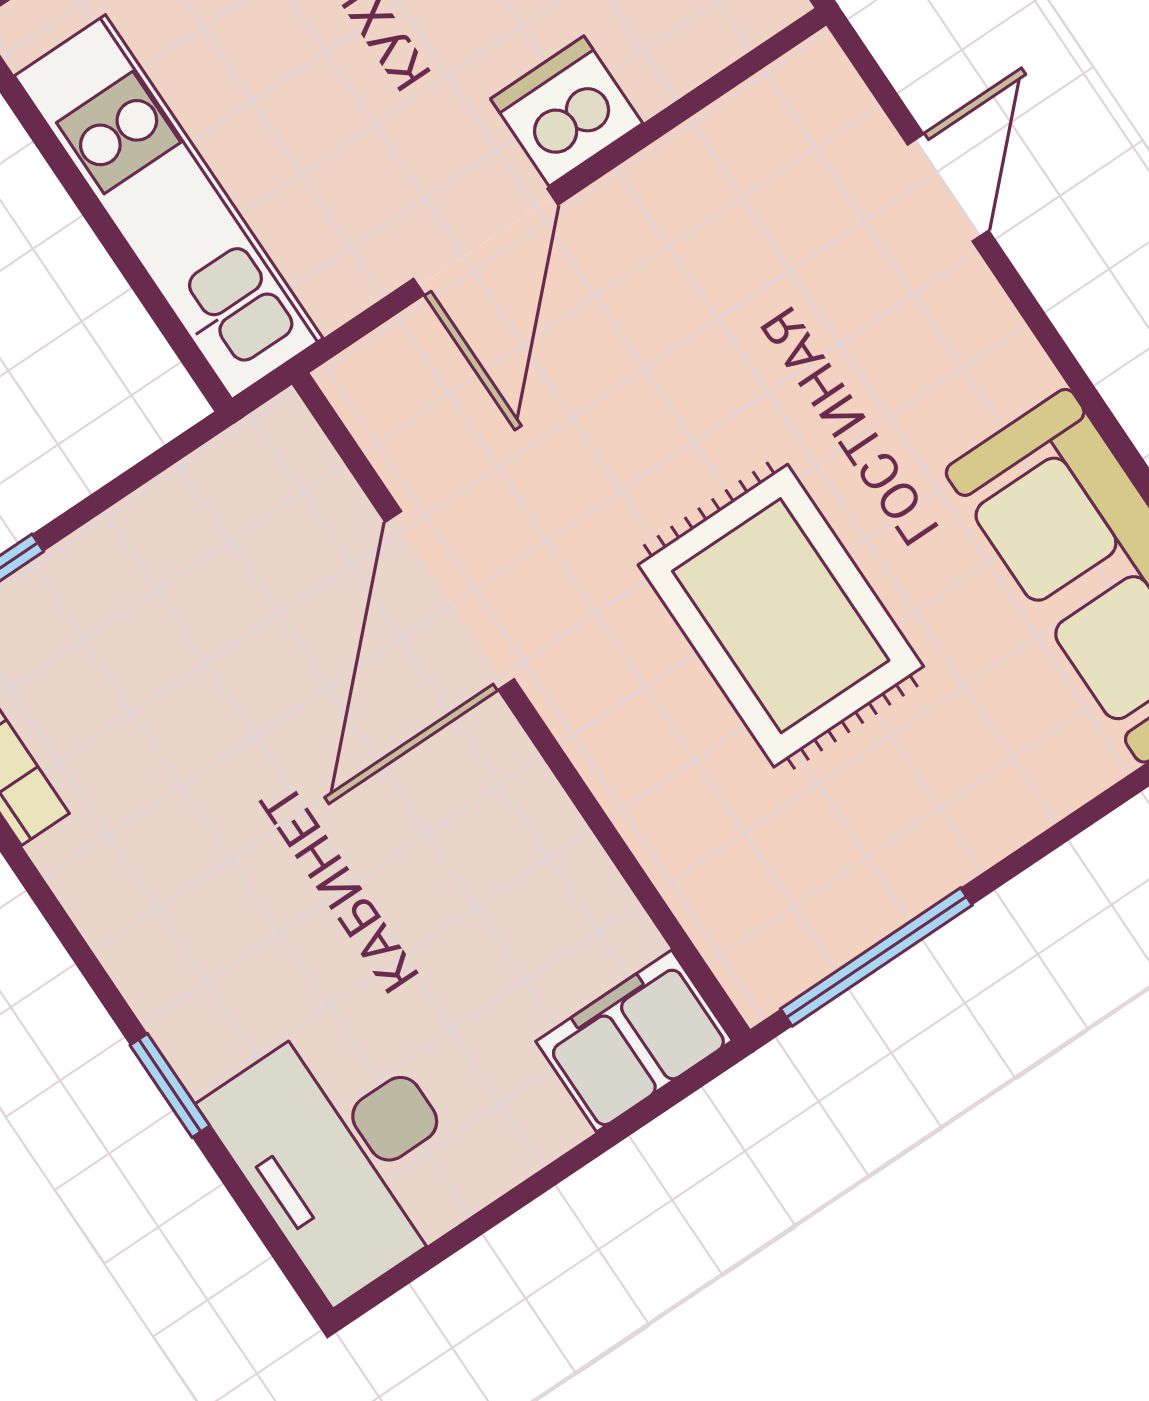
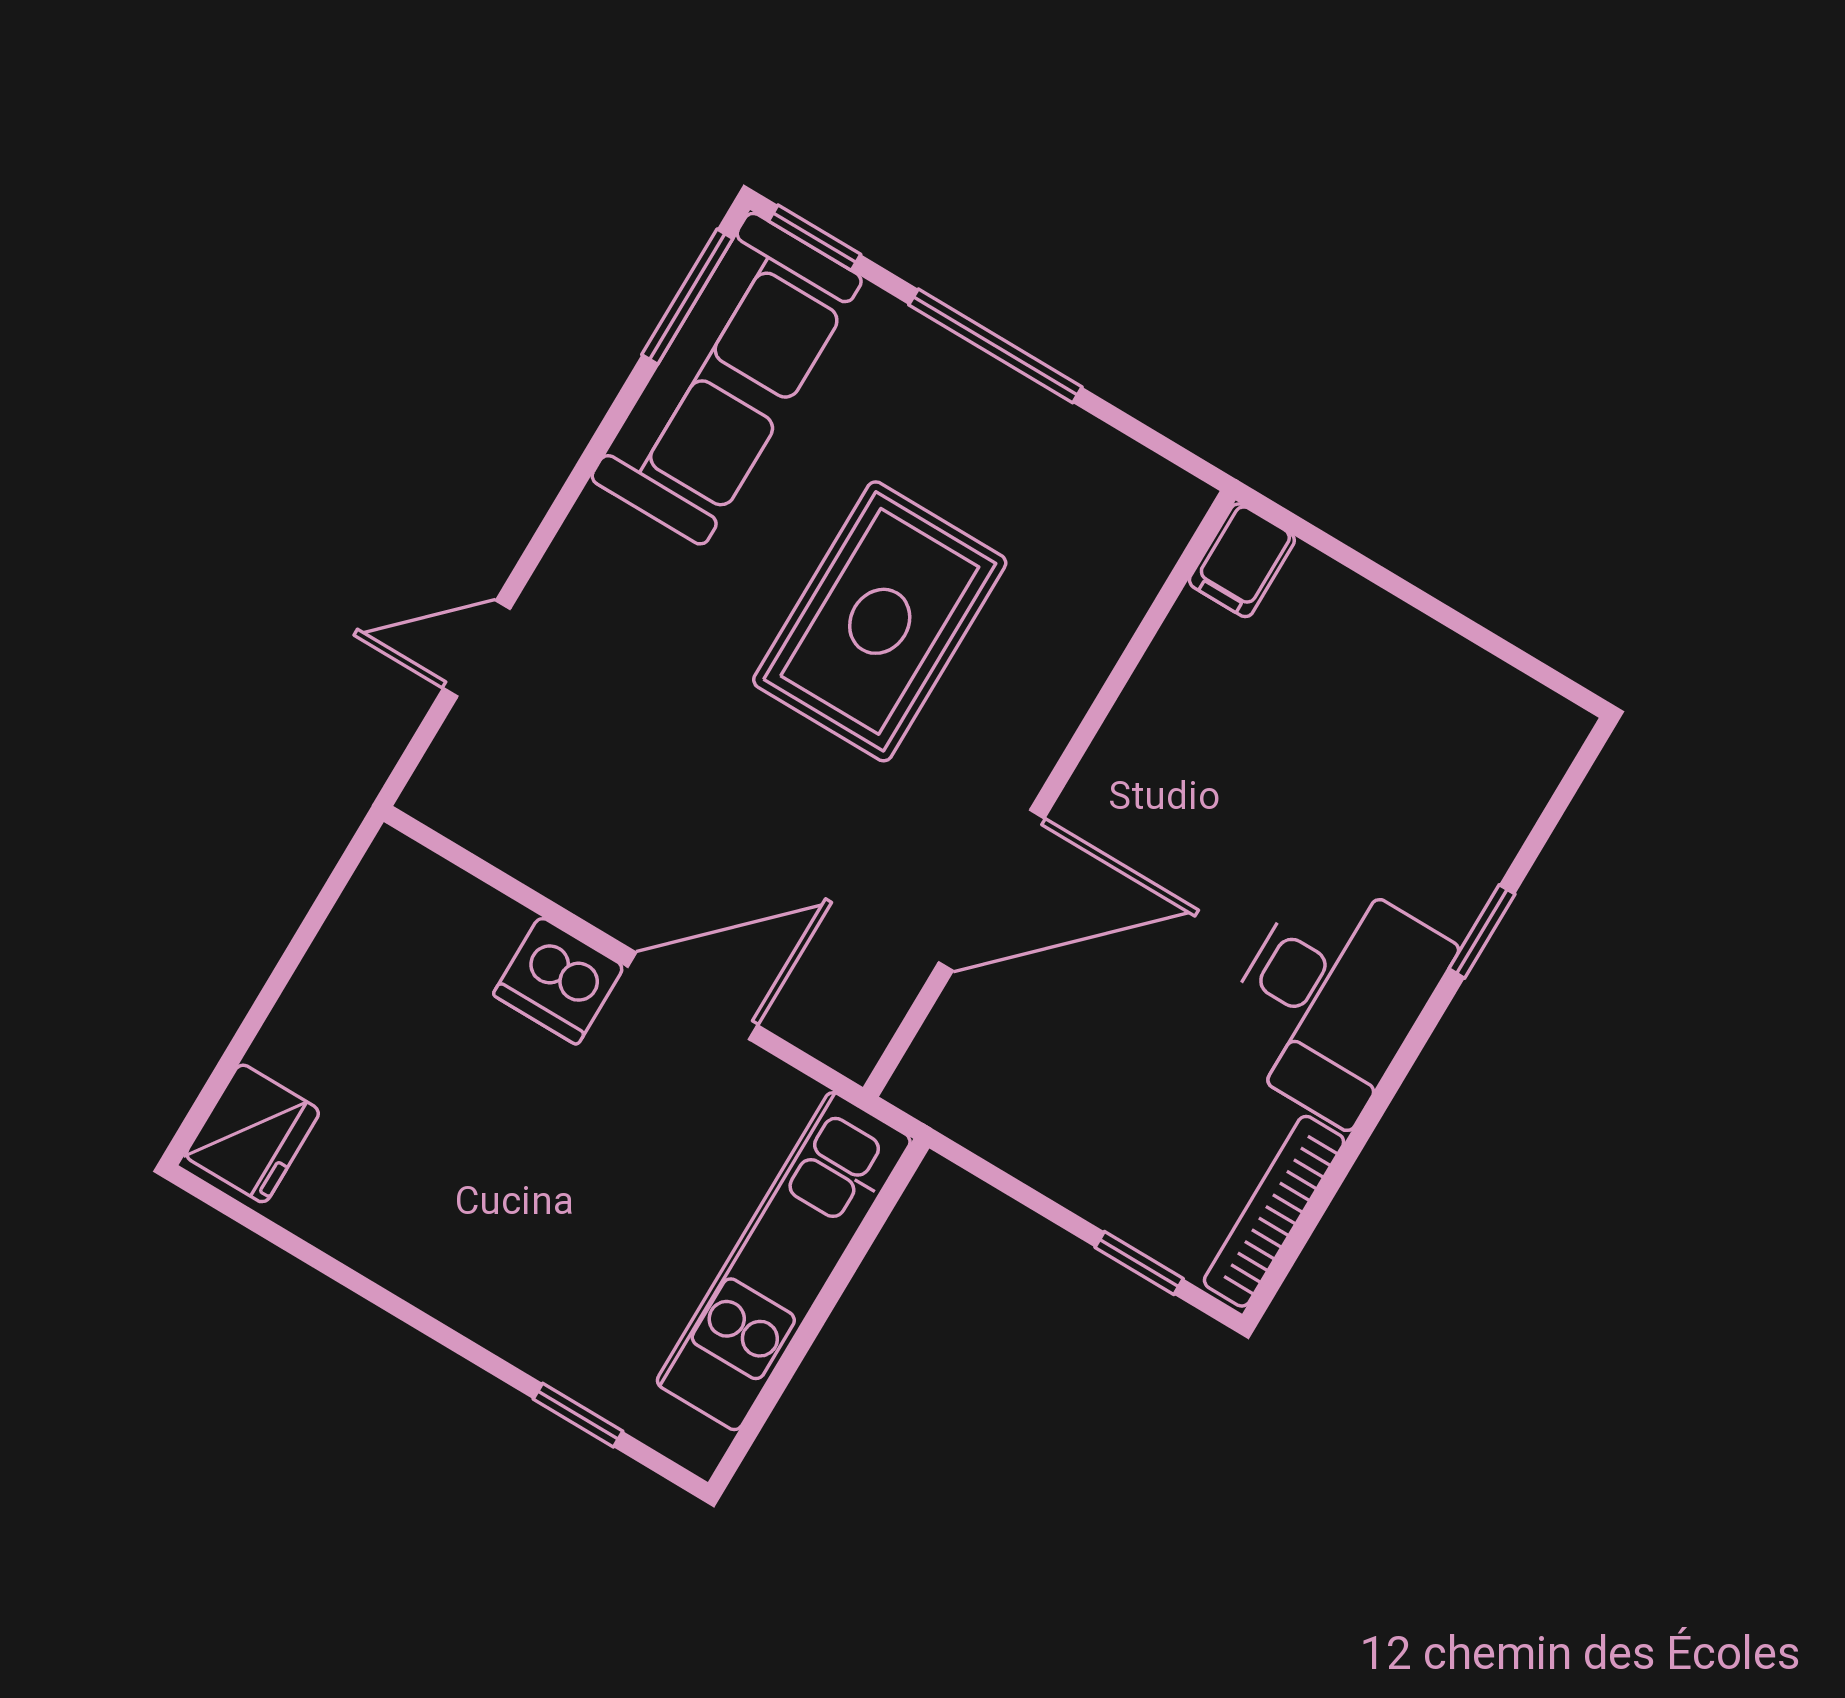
window: (876, 957) -> (995, 346), moved
filing cabinet: (634, 1041) -> (1242, 560), width x0.50
desk: (345, 1152) -> (1332, 997), moved

